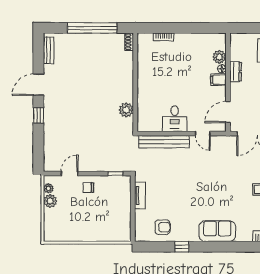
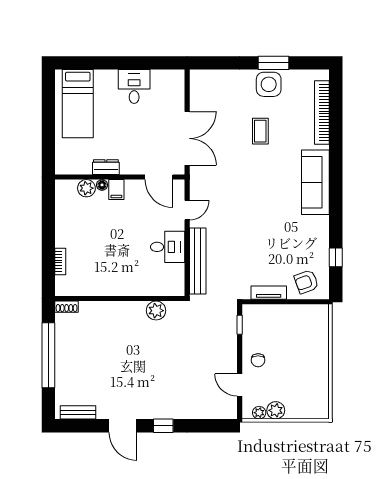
armchair: (162, 227) -> (306, 282), moved, turned -110
sofa: (217, 231) -> (315, 182), width x1.36
window: (182, 247) -> (336, 257), moved

